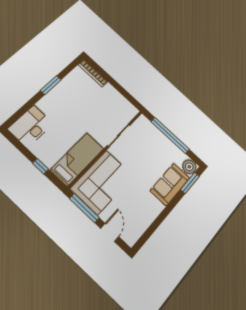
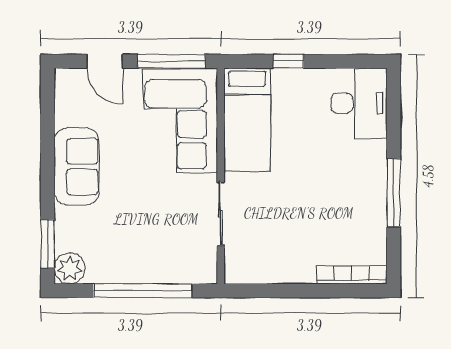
window: (51, 85) -> (394, 193), width x1.44
sofa: (170, 184) -> (77, 166), moved

